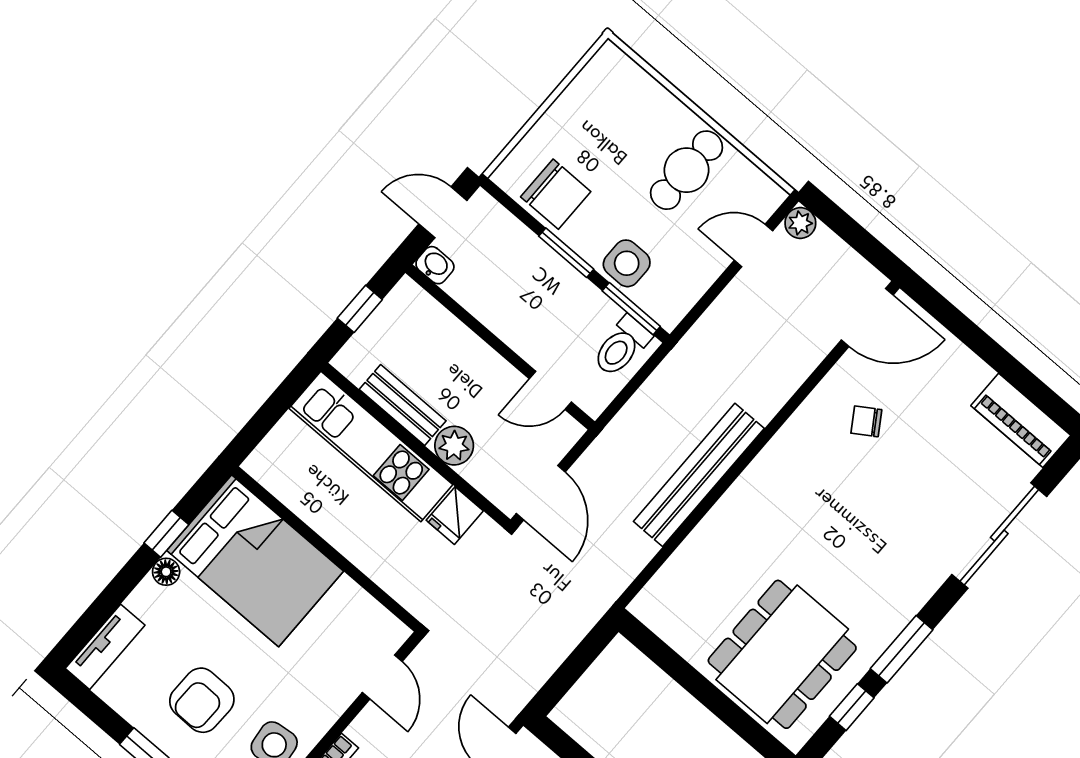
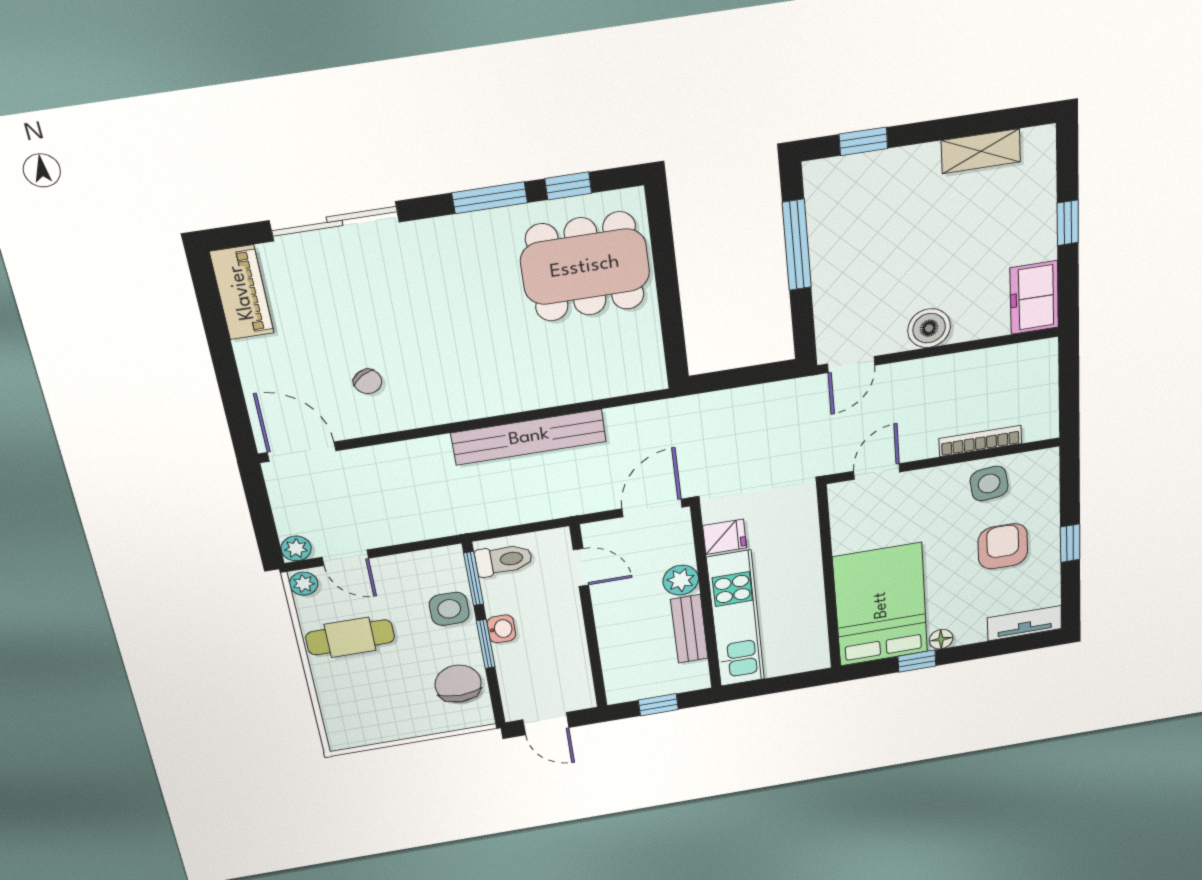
plant: (767, 194) -> (304, 584), added
washbasin: (435, 265) -> (501, 629), moved, turned 180
armchair: (202, 700) -> (1003, 546), turned -91

